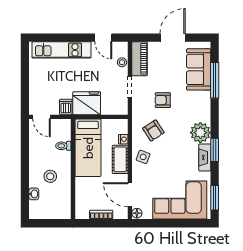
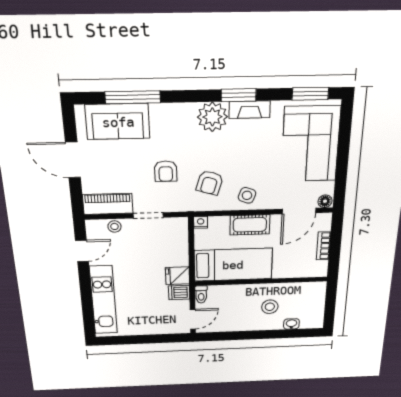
fridge: (87, 103) -> (178, 276), width x0.53, depth x0.75
armchair: (153, 131) -> (210, 183), turned 140
nightstand: (123, 139) -> (201, 222), moved
toilet: (63, 146) -> (201, 294), moved

